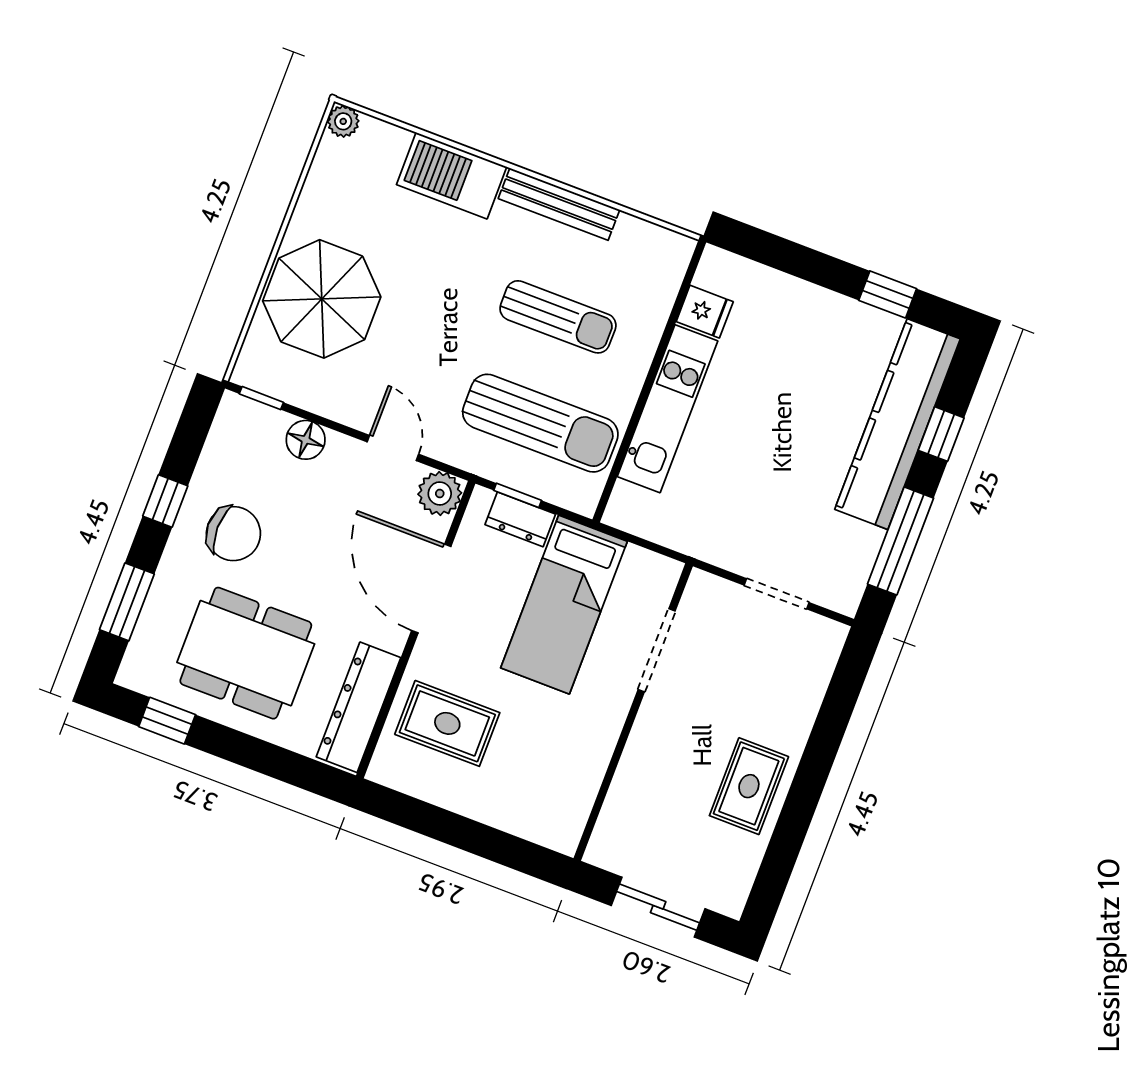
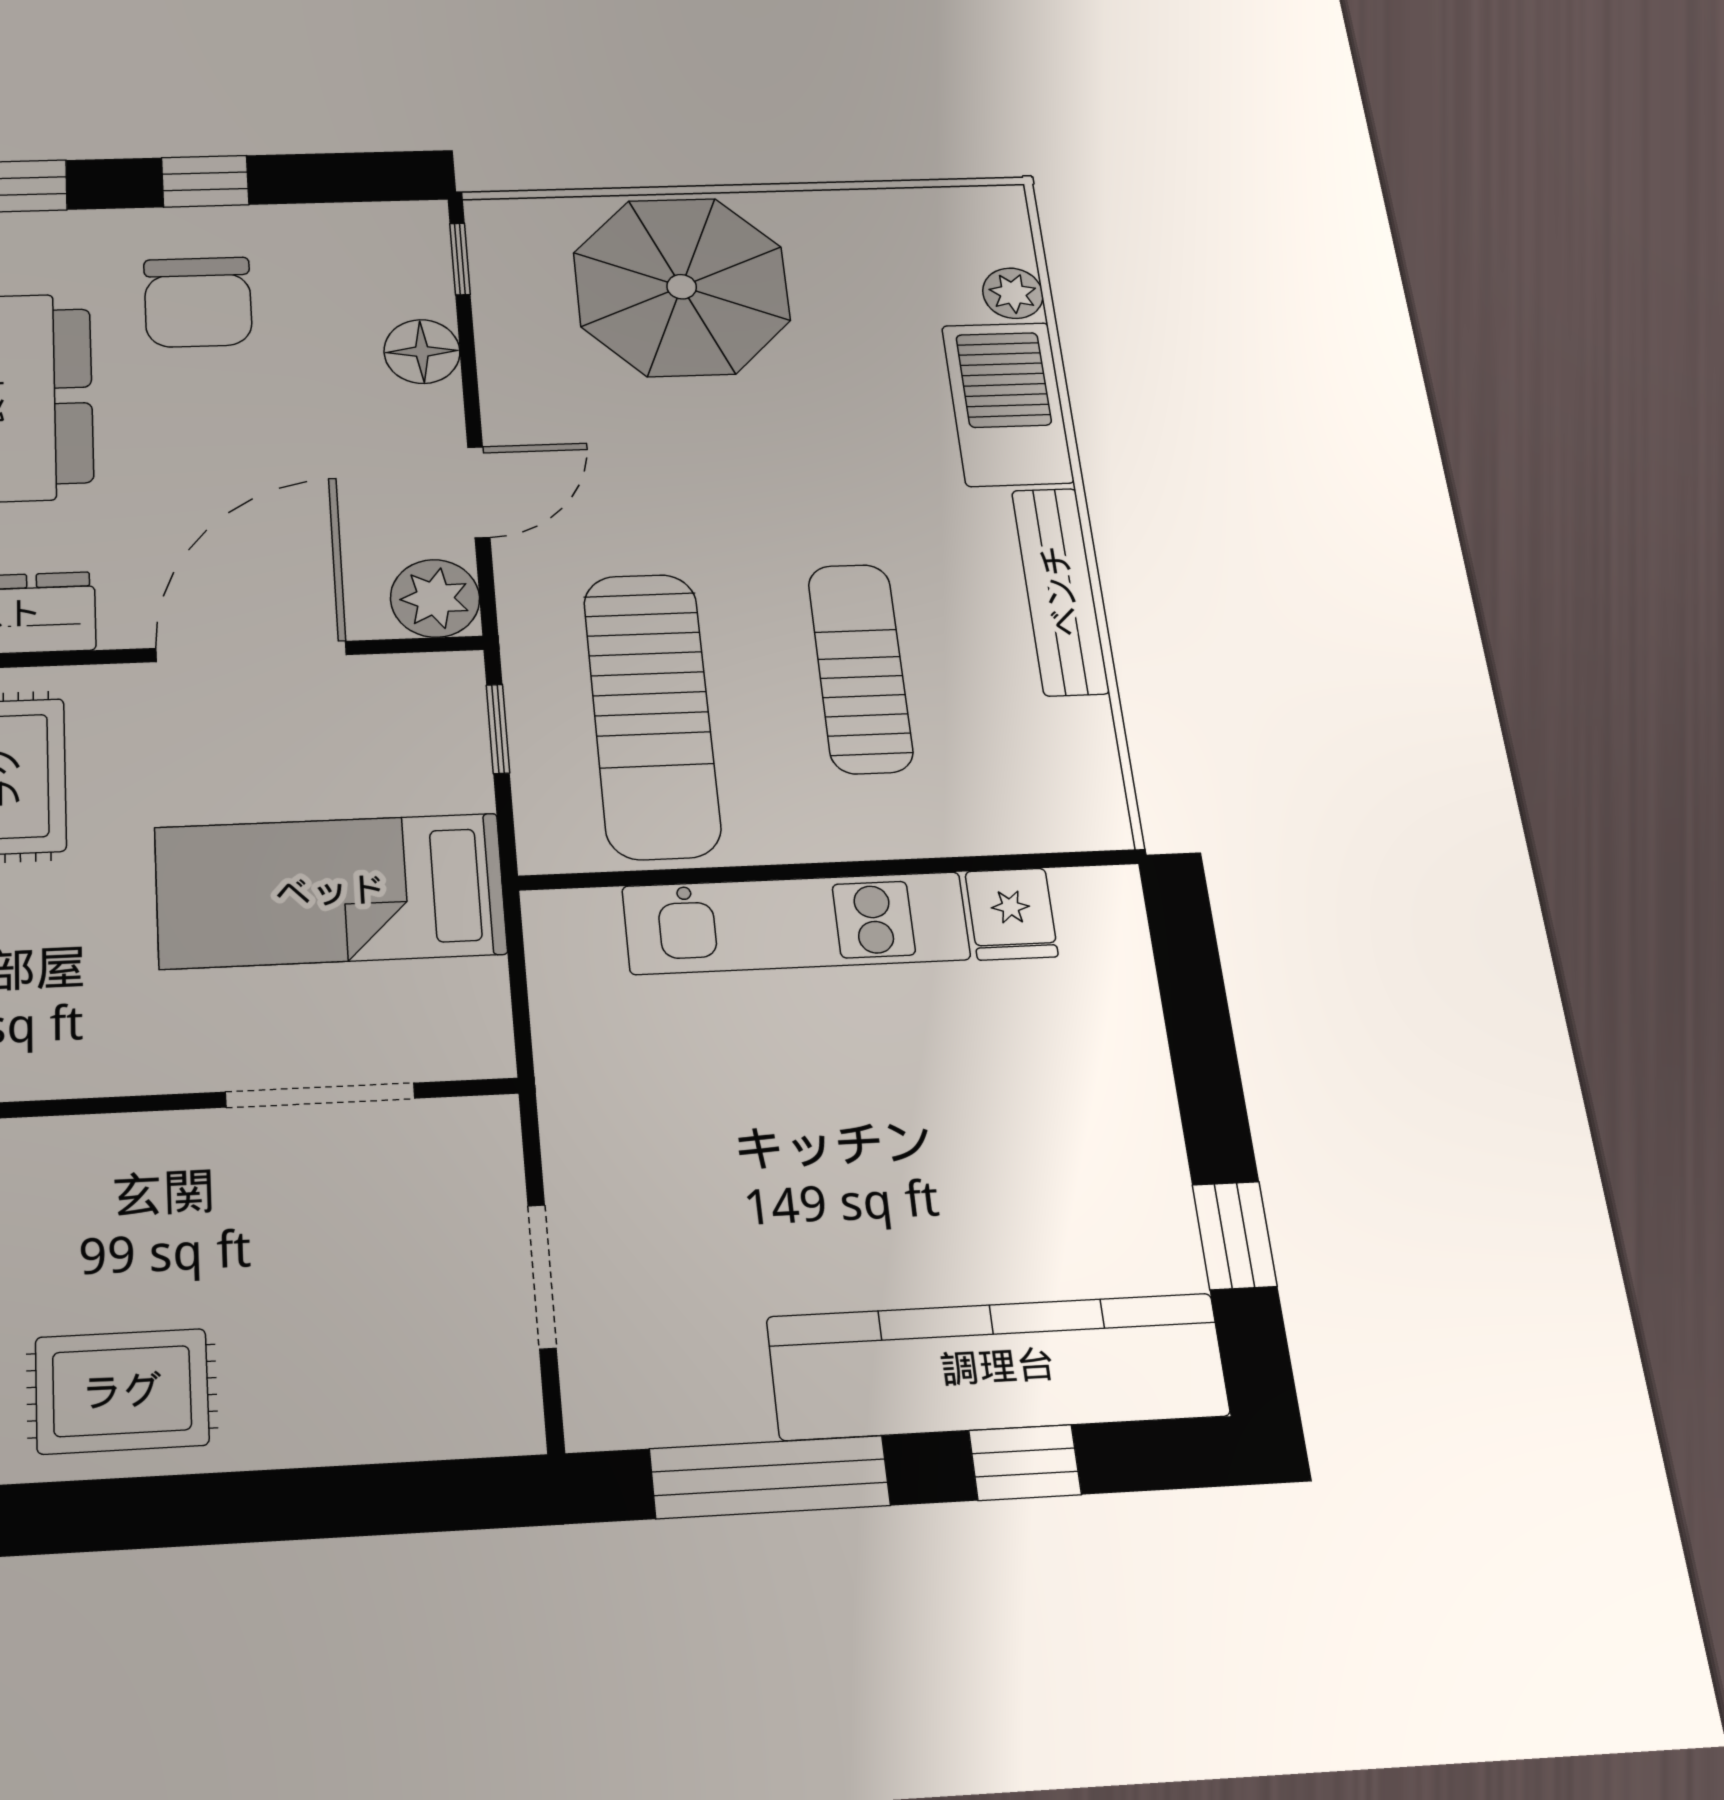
plant: (343, 121) -> (1013, 293), moved
sun lounger: (558, 317) -> (860, 668), turned 180
dresser: (520, 519) -> (455, 751), removed

